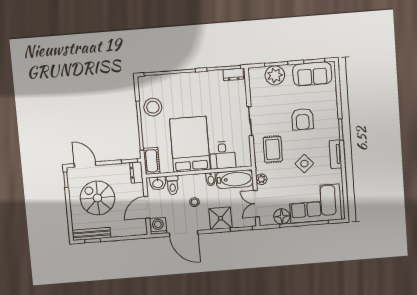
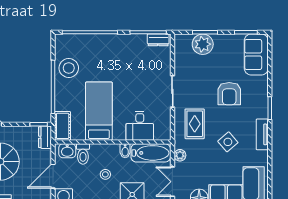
sofa: (312, 74) -> (256, 55), moved, turned 90
bed: (190, 144) -> (99, 111), width x0.67

